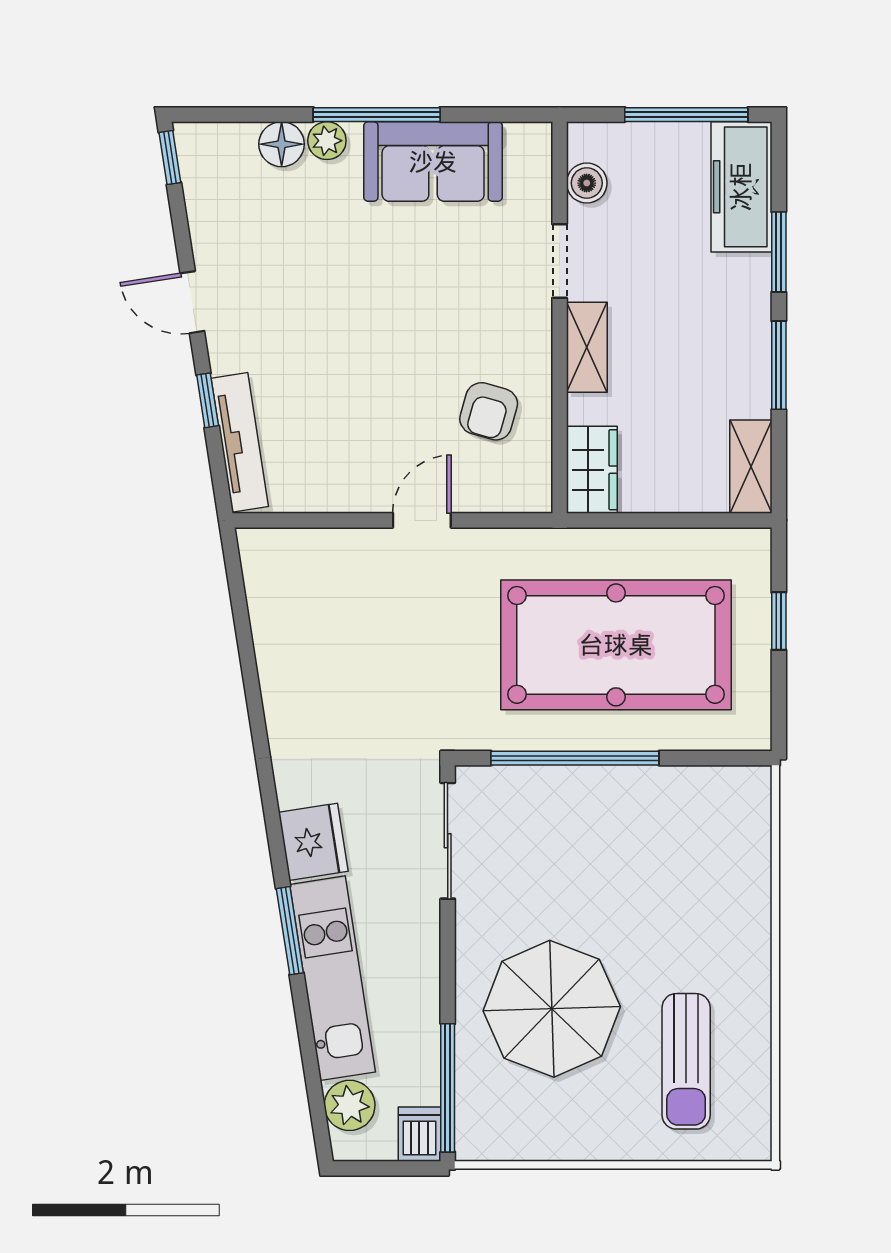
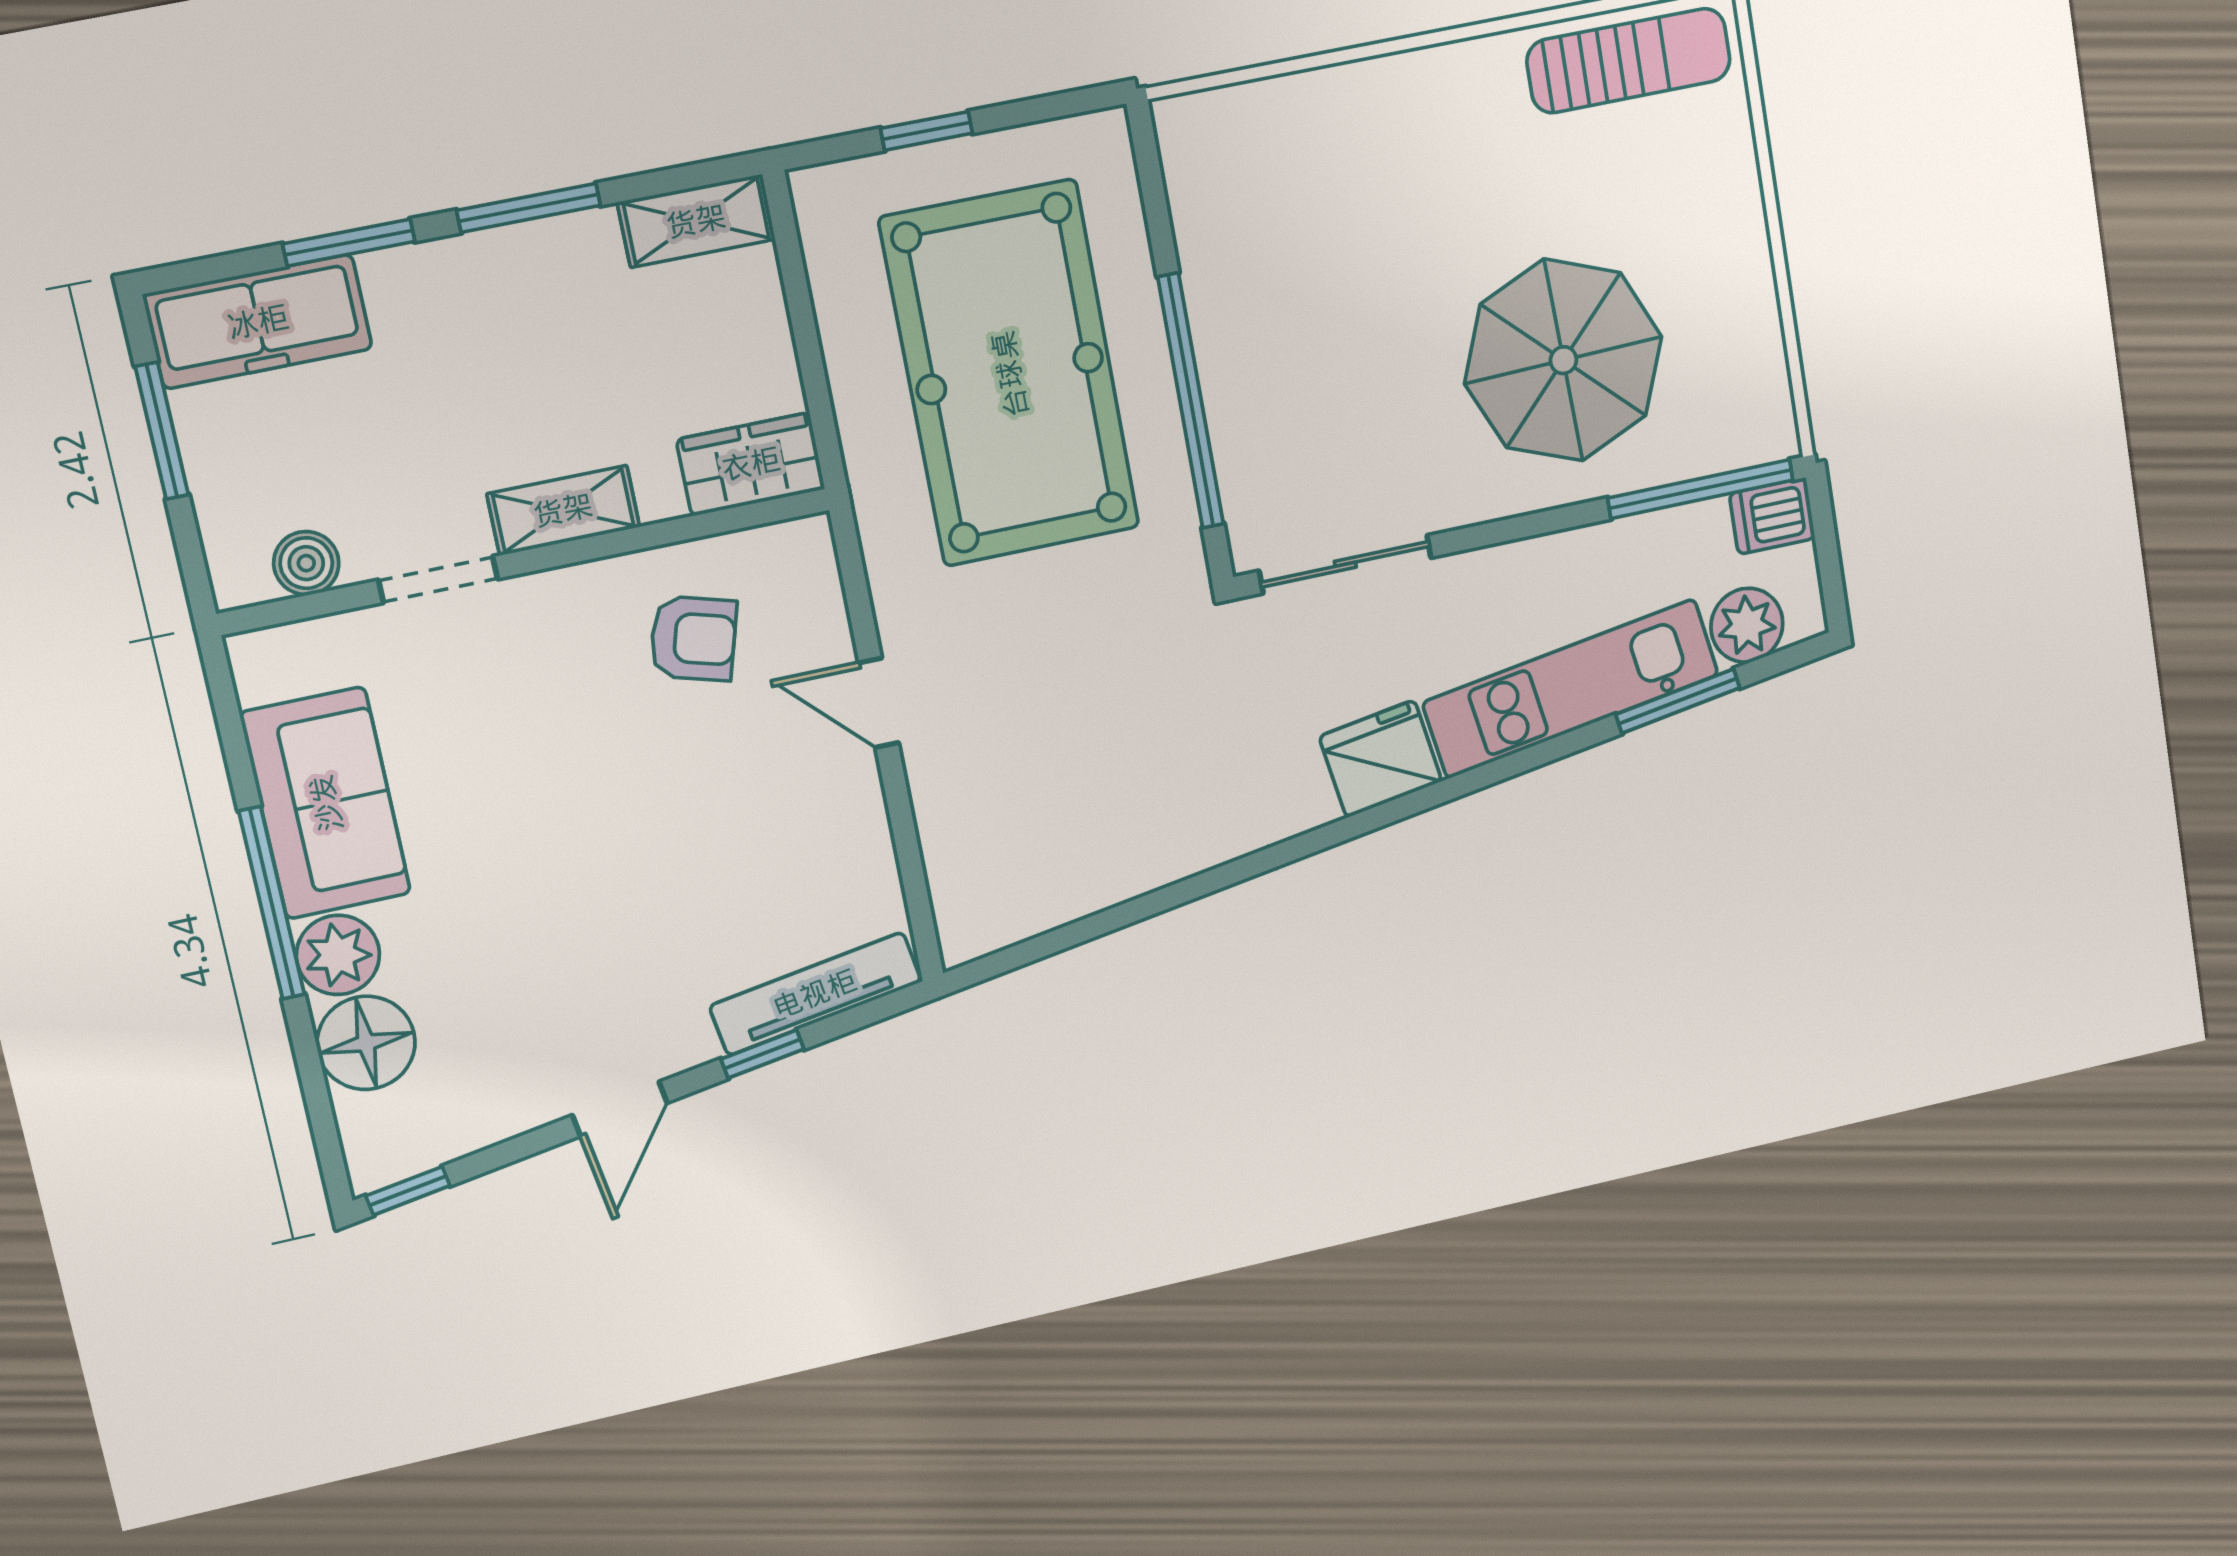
window: (686, 115) -> (162, 431), width x0.69
plant: (327, 141) -> (338, 955), width x1.38, depth x1.38
floor lamp: (282, 144) -> (366, 1043), width x1.38, depth x1.38
window: (290, 931) -> (1678, 701), moved
sun lounger: (686, 1061) -> (1629, 61), moved

